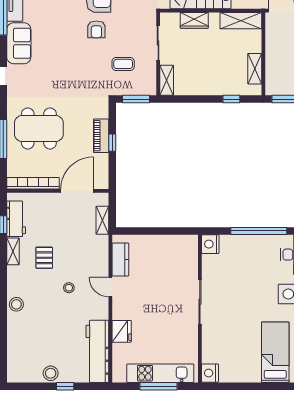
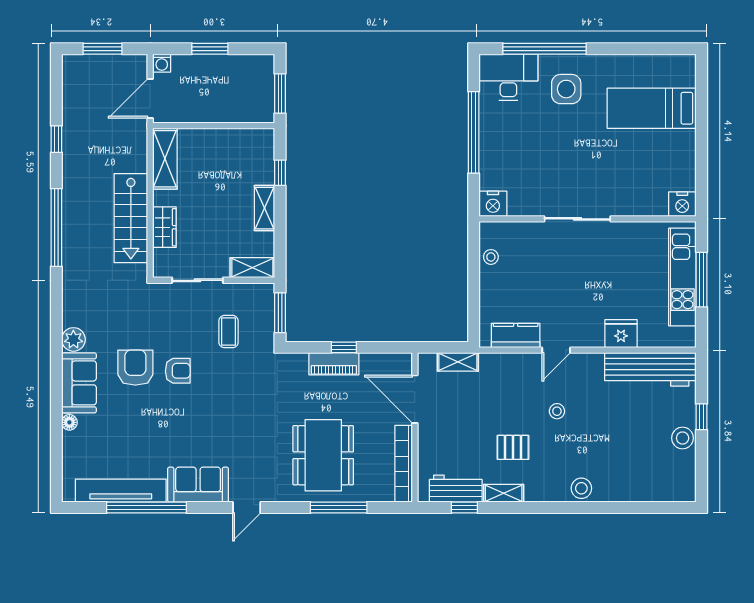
shelving: (255, 69) -> (265, 208), moved, turned 90
stool: (174, 243) -> (491, 257), added

